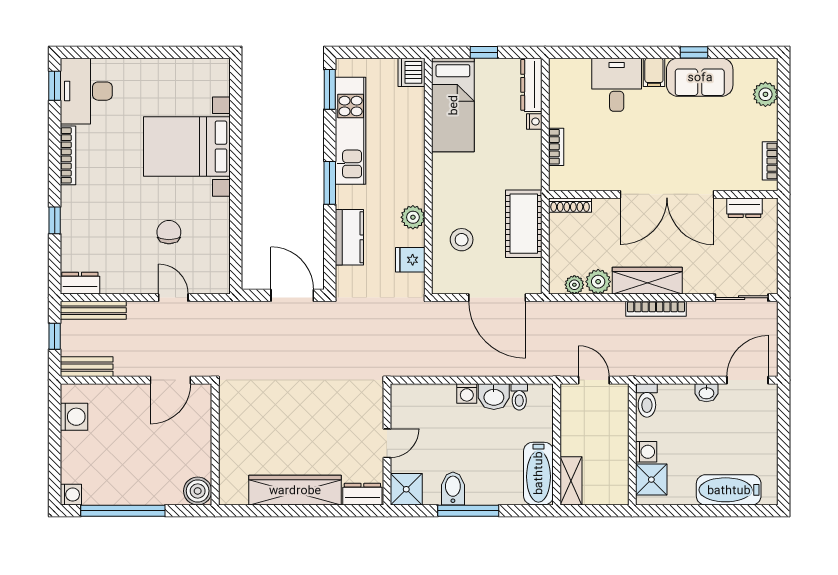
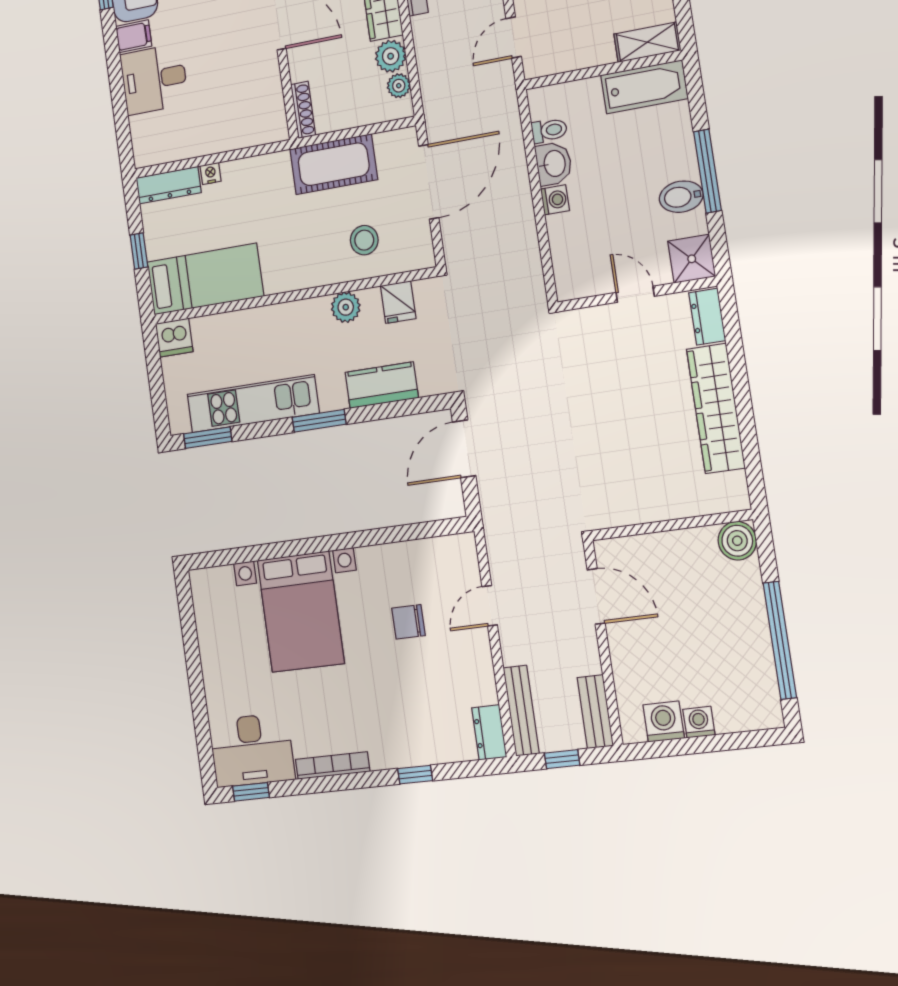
bookcase: (556, 147) -> (236, 141), removed
washing machine: (71, 495) -> (699, 722), moved

